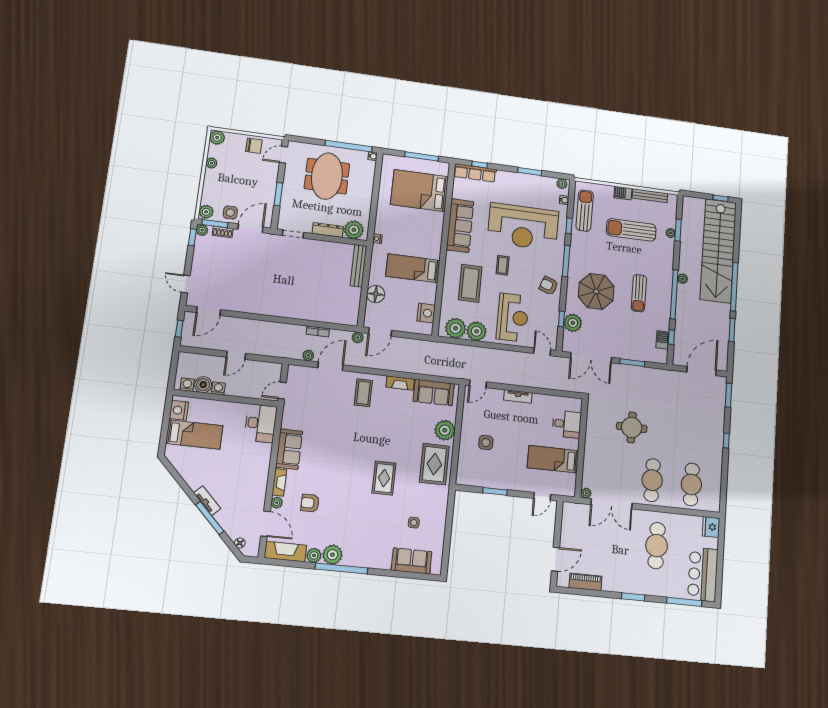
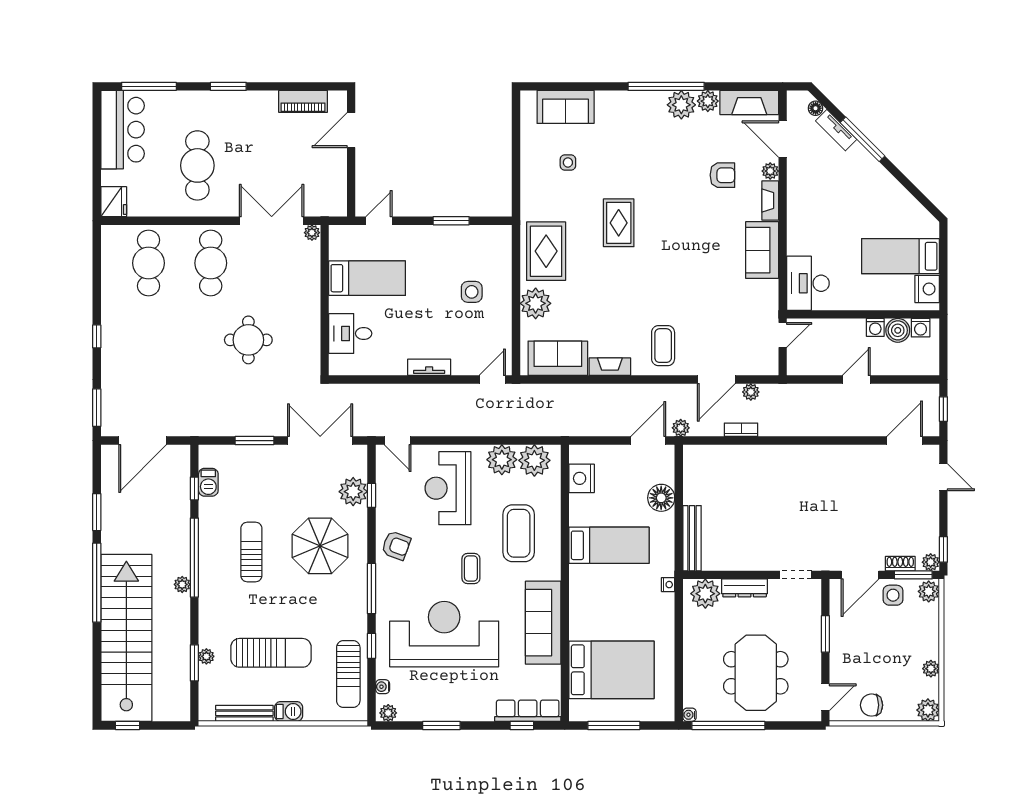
tv unit: (207, 501) -> (836, 130), moved

